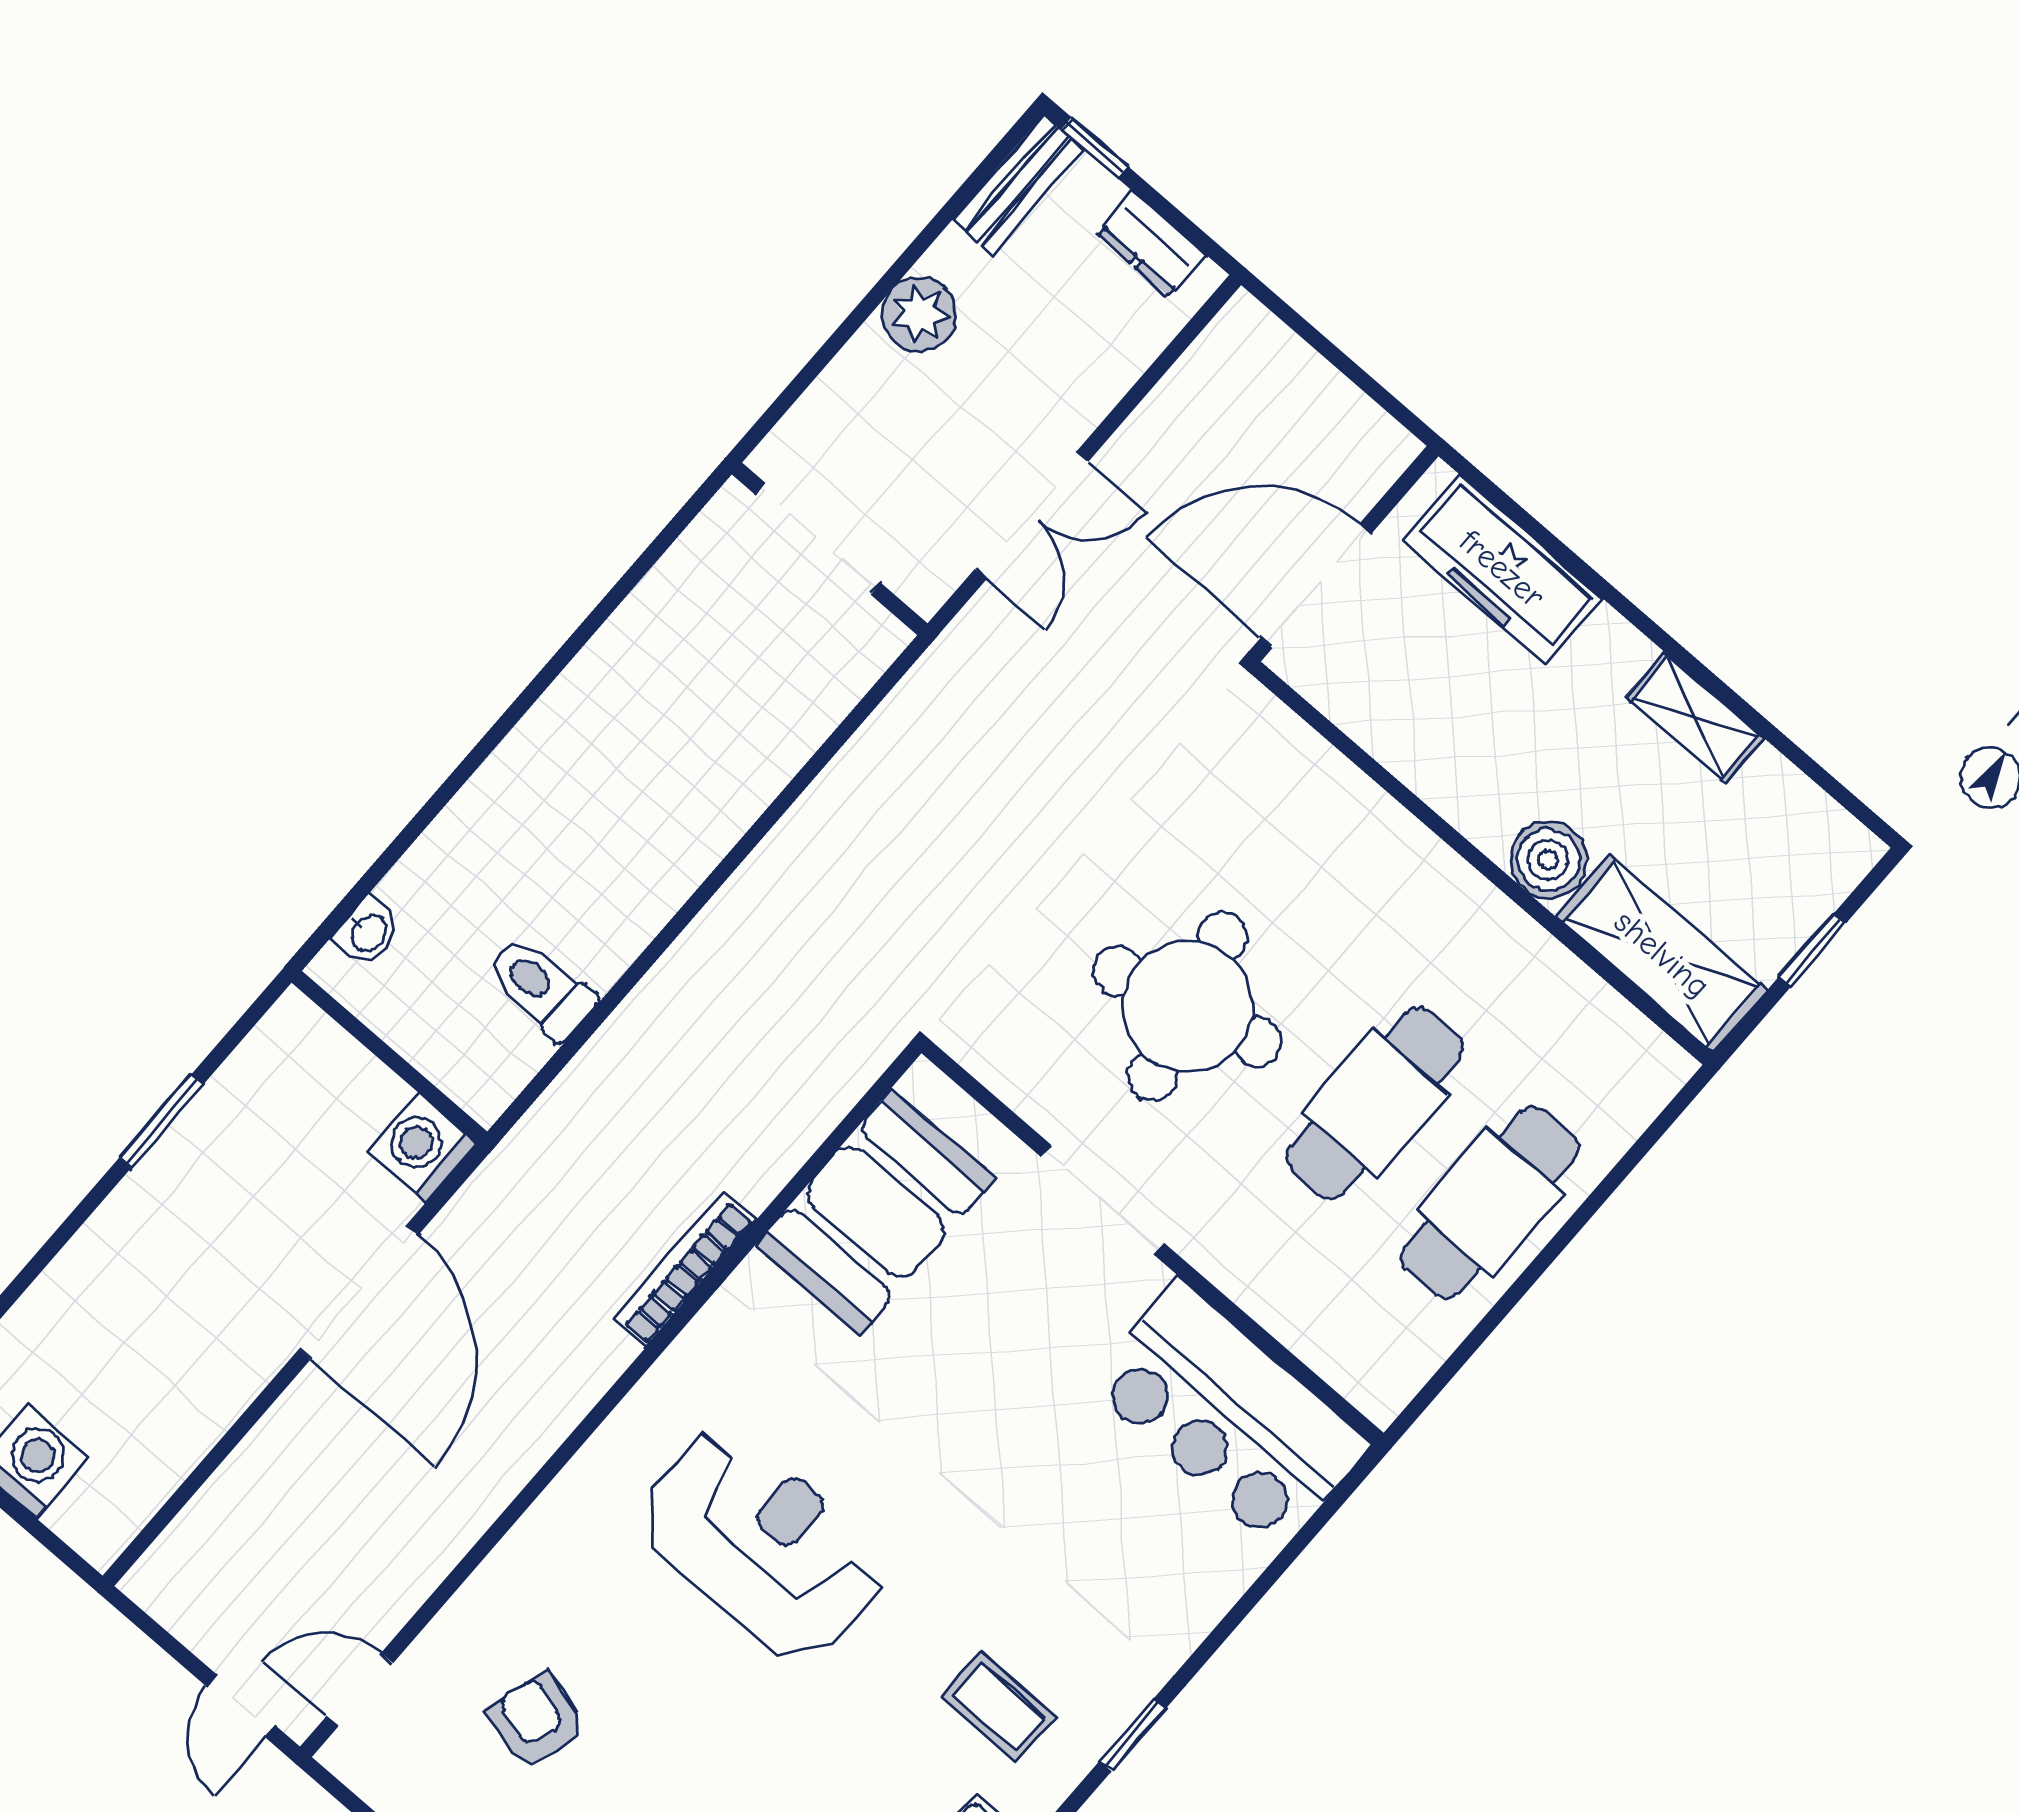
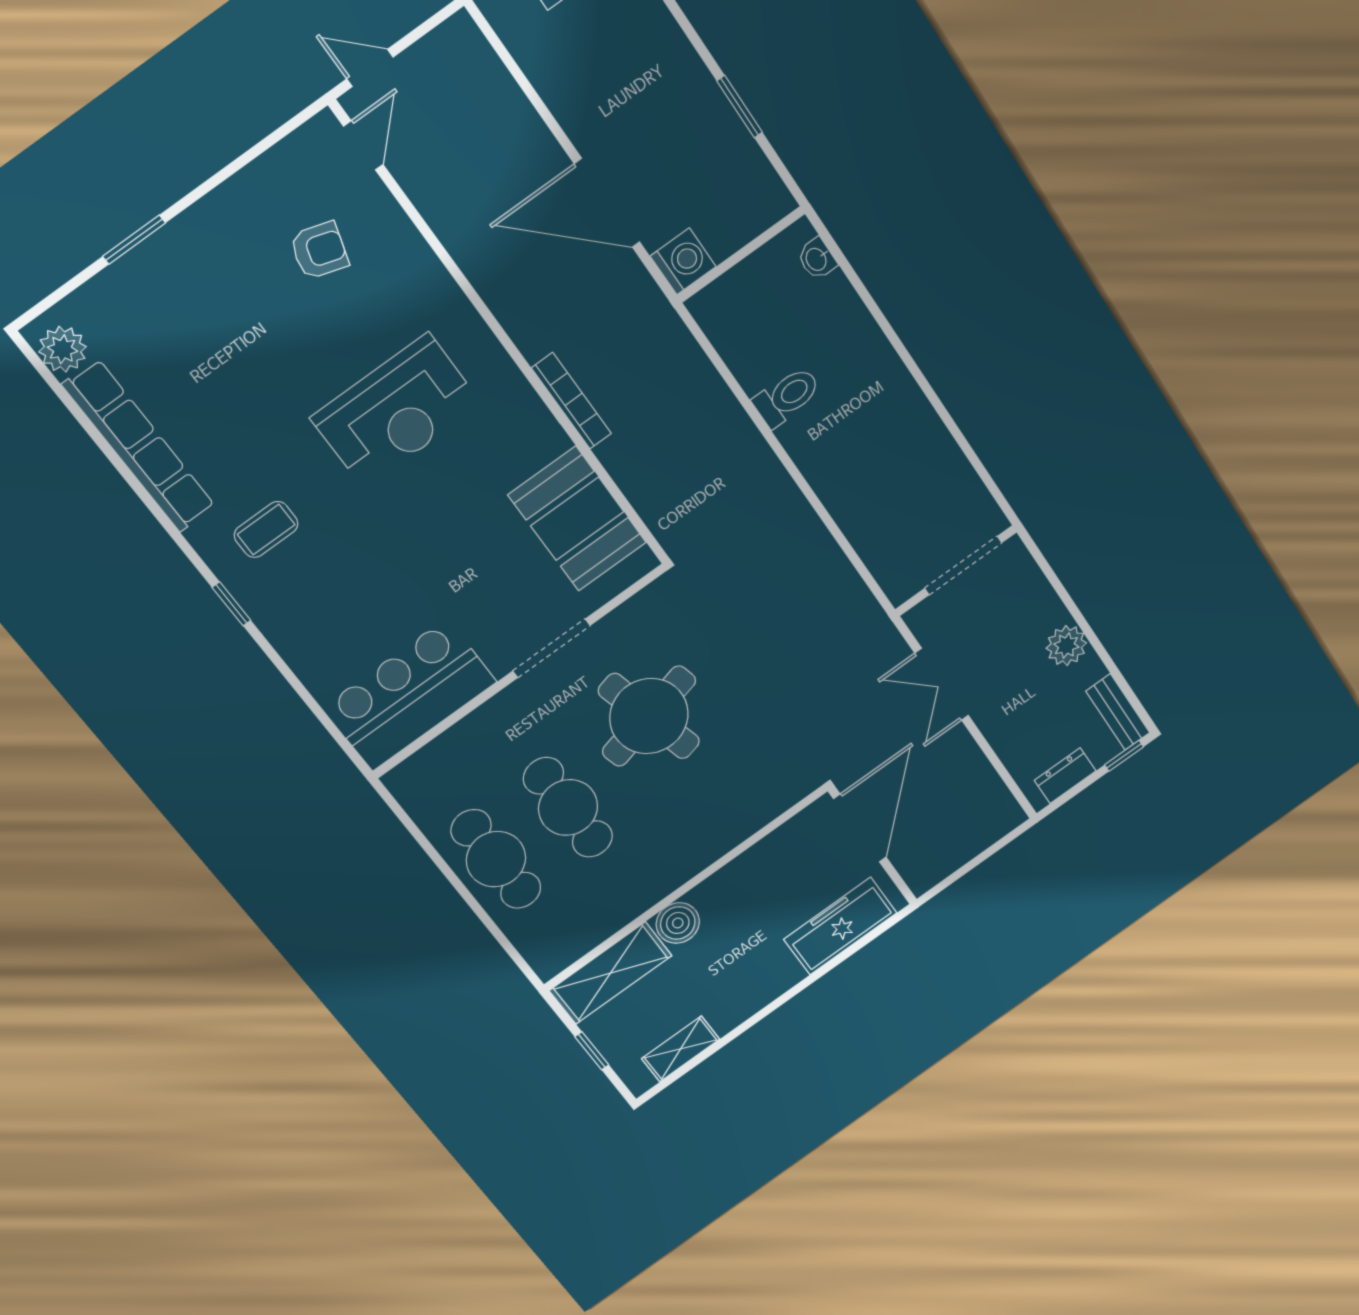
shelving: (1695, 717) -> (681, 1049), moved
toilet: (541, 988) -> (787, 397), moved

